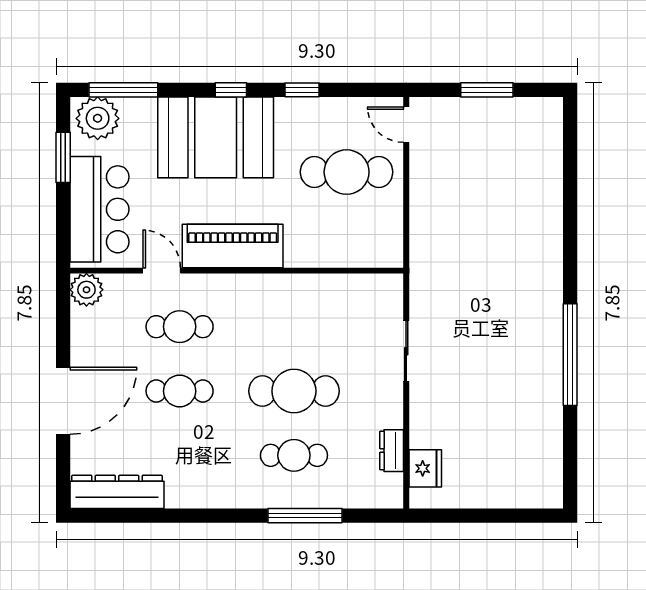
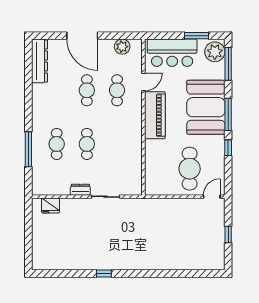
window: (231, 90) -> (228, 114), width x2.17
window: (487, 90) -> (228, 234), width x0.67
plant: (86, 290) -> (122, 47), moved
window: (570, 355) -> (104, 274), width x0.32
cafe table: (294, 391) -> (87, 144), width x0.73, depth x0.74
dresser: (392, 451) -> (80, 190), moved

